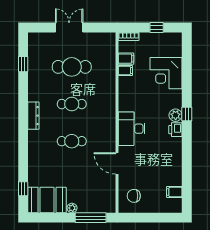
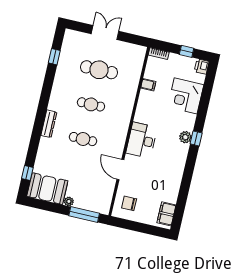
filing cabinet: (126, 59) -> (151, 74), removed
dresser: (33, 116) -> (49, 124), moved
printer: (175, 130) -> (202, 66), moved
filing cabinet: (174, 192) -> (166, 214), width x2.00

